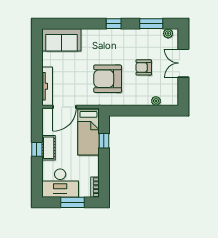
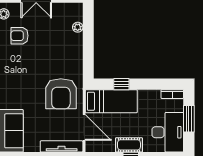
armchair: (144, 67) -> (20, 36), moved, turned 90
armchair: (108, 79) -> (61, 94), moved

